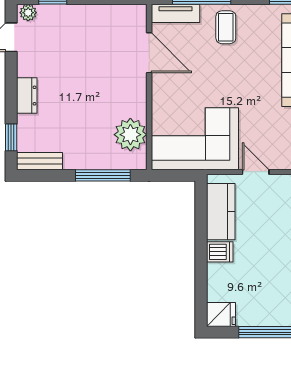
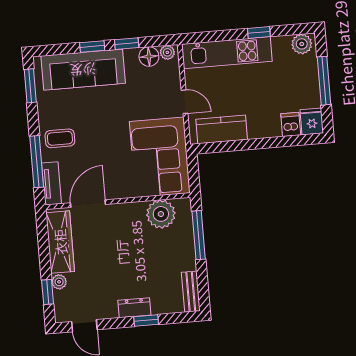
plant: (28, 13) -> (59, 282), moved
wardrobe: (108, 18) -> (60, 242), added
window: (11, 137) -> (146, 320), moved
door: (256, 172) -> (184, 102), swing flipped
dishwasher: (220, 252) -> (291, 124), moved

